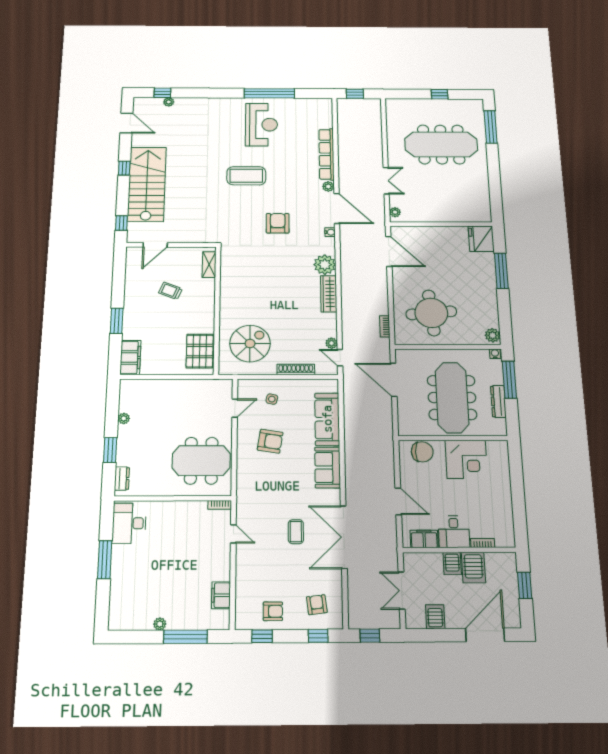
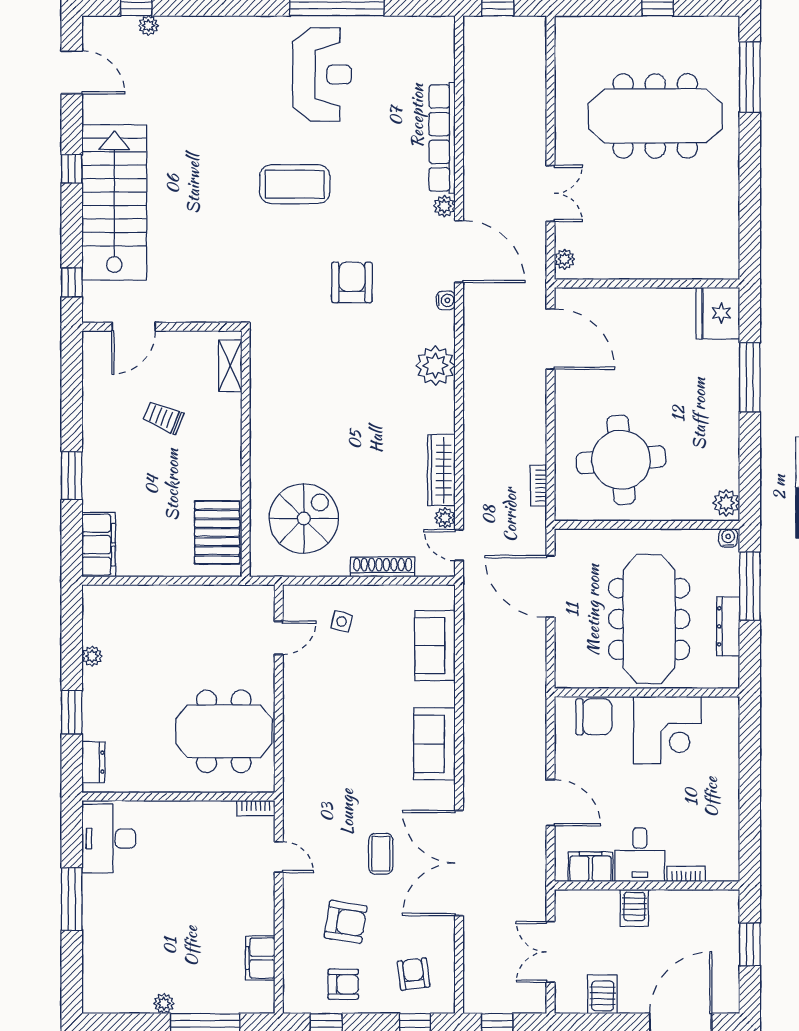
wardrobe: (329, 294) -> (441, 470), moved
sofa: (327, 419) -> (435, 646), width x0.73
armchair: (270, 441) -> (346, 922), moved
server rack: (473, 568) -> (669, 915), removed

